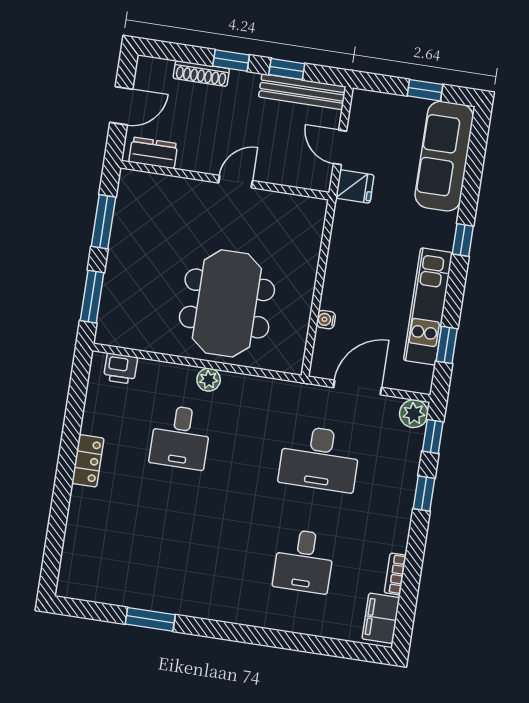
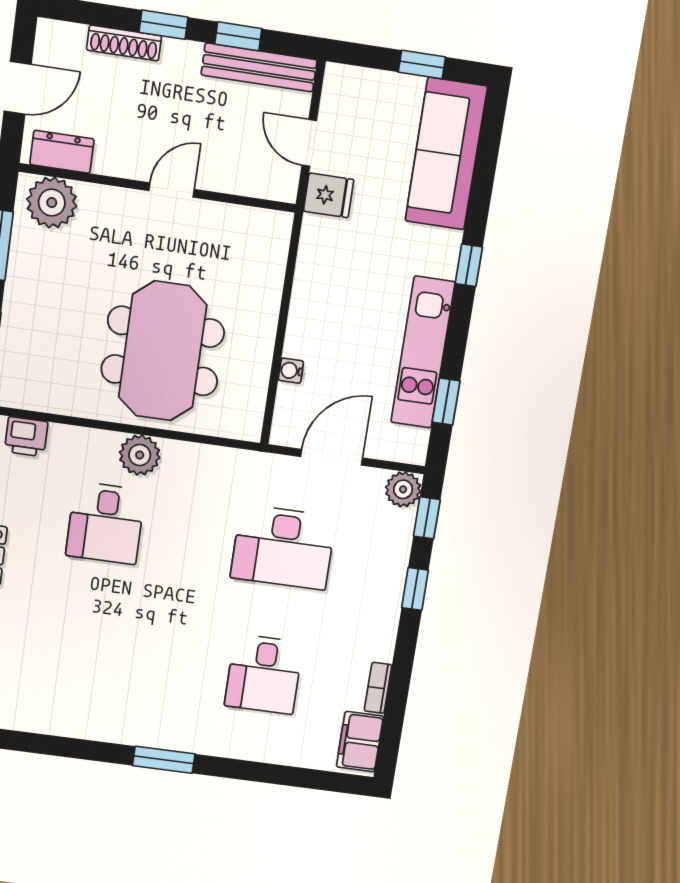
plant: (145, 190) -> (52, 203), added
plant: (209, 380) -> (140, 455), width x1.38, depth x1.38
window: (150, 619) -> (164, 760), moved

